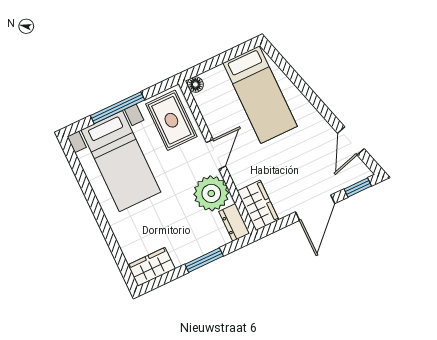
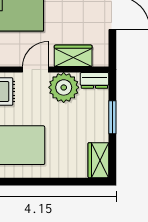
door: (216, 154) -> (35, 70), hinge flipped
wardrobe: (258, 205) -> (73, 56), moved

